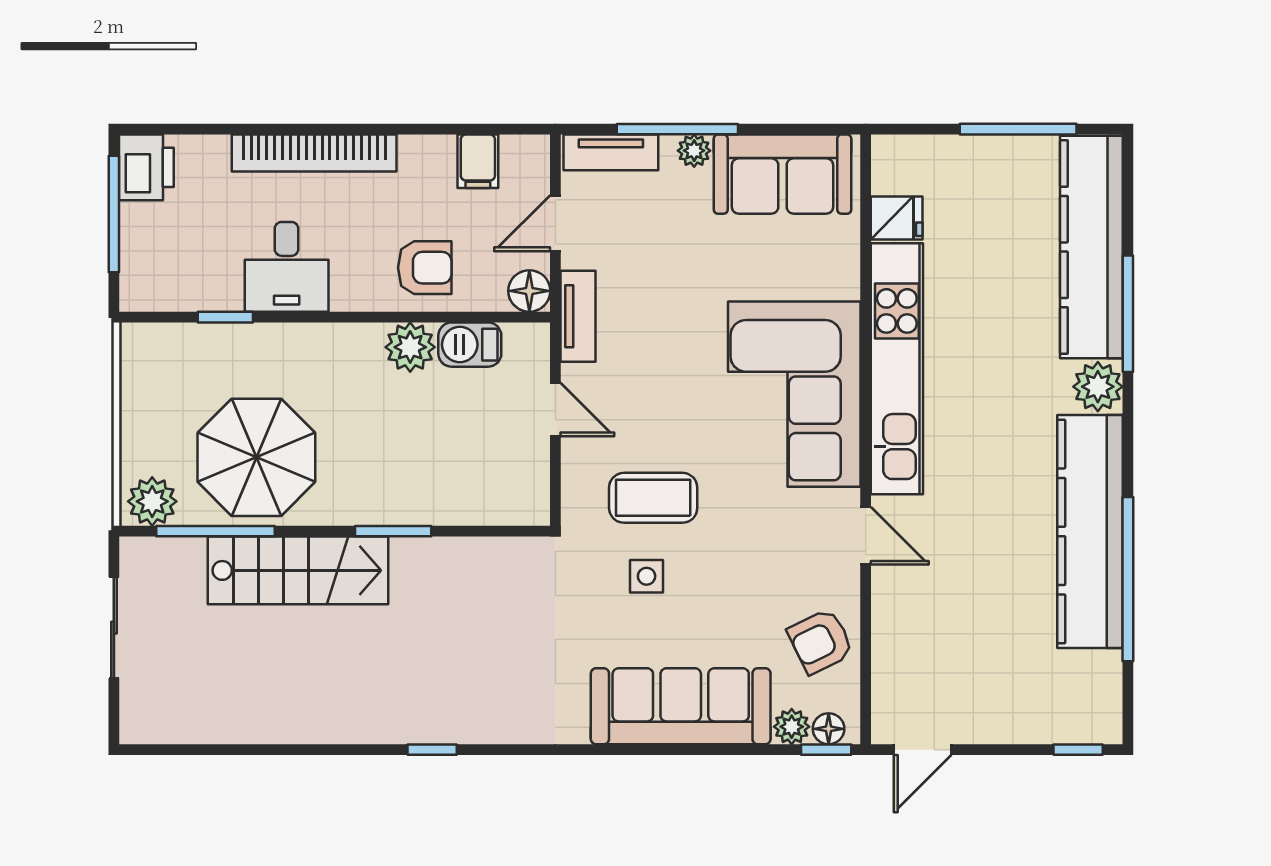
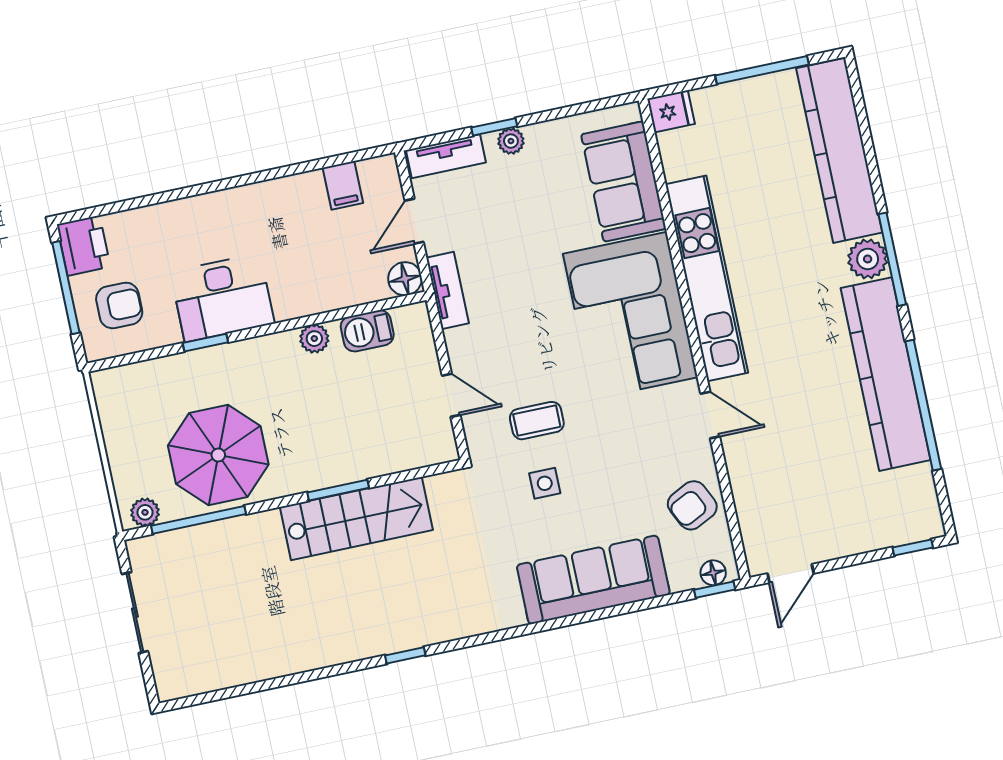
window: (677, 129) -> (494, 127), width x0.46
bookcase: (314, 153) -> (213, 206), removed
sofa: (782, 174) -> (624, 182), moved, turned 90
fridge: (897, 218) -> (671, 111), moved
desk: (287, 267) -> (222, 298), width x1.37
armchair: (425, 268) -> (119, 305), moved
window: (1128, 314) -> (892, 259), moved
window: (225, 317) -> (205, 343), moved
plant: (410, 347) -> (314, 339), width x0.73, depth x0.73
door: (555, 410) -> (451, 395), moved
coffee table: (653, 498) -> (537, 421), width x0.73, depth x0.77
plant: (152, 501) -> (145, 512), width x0.73, depth x0.73
stairs: (298, 570) -> (356, 519), moved
plant: (792, 727) -> (684, 577), removed

